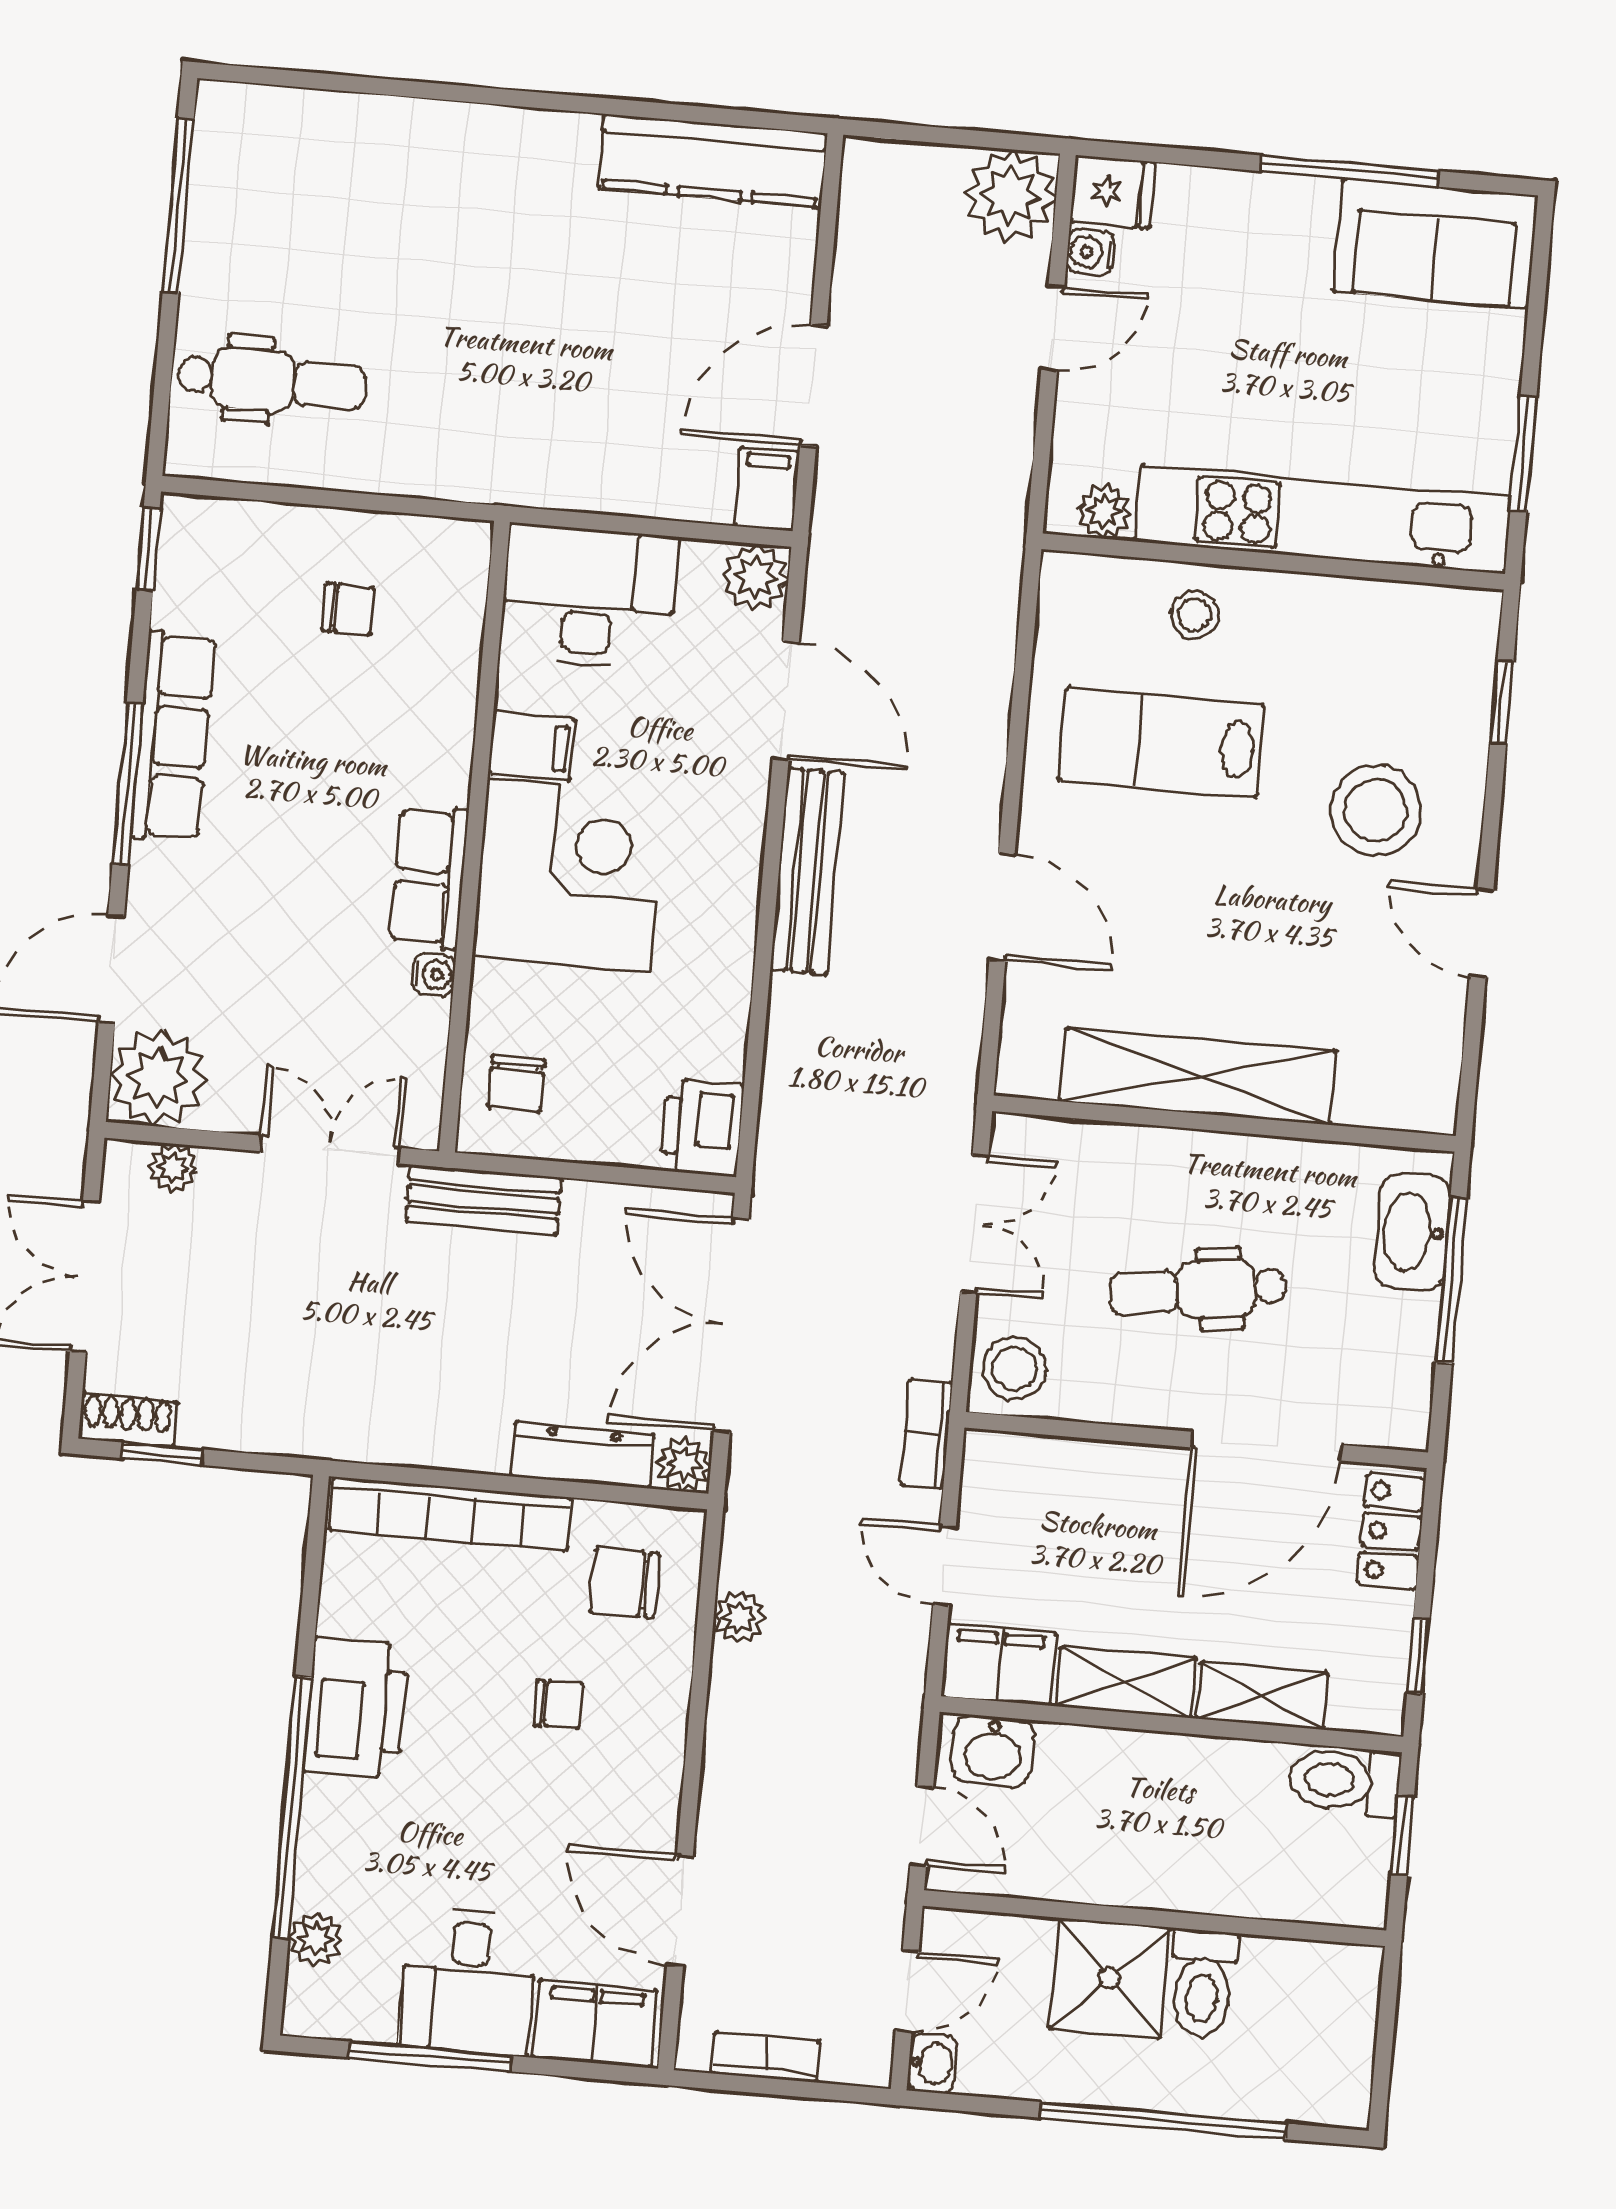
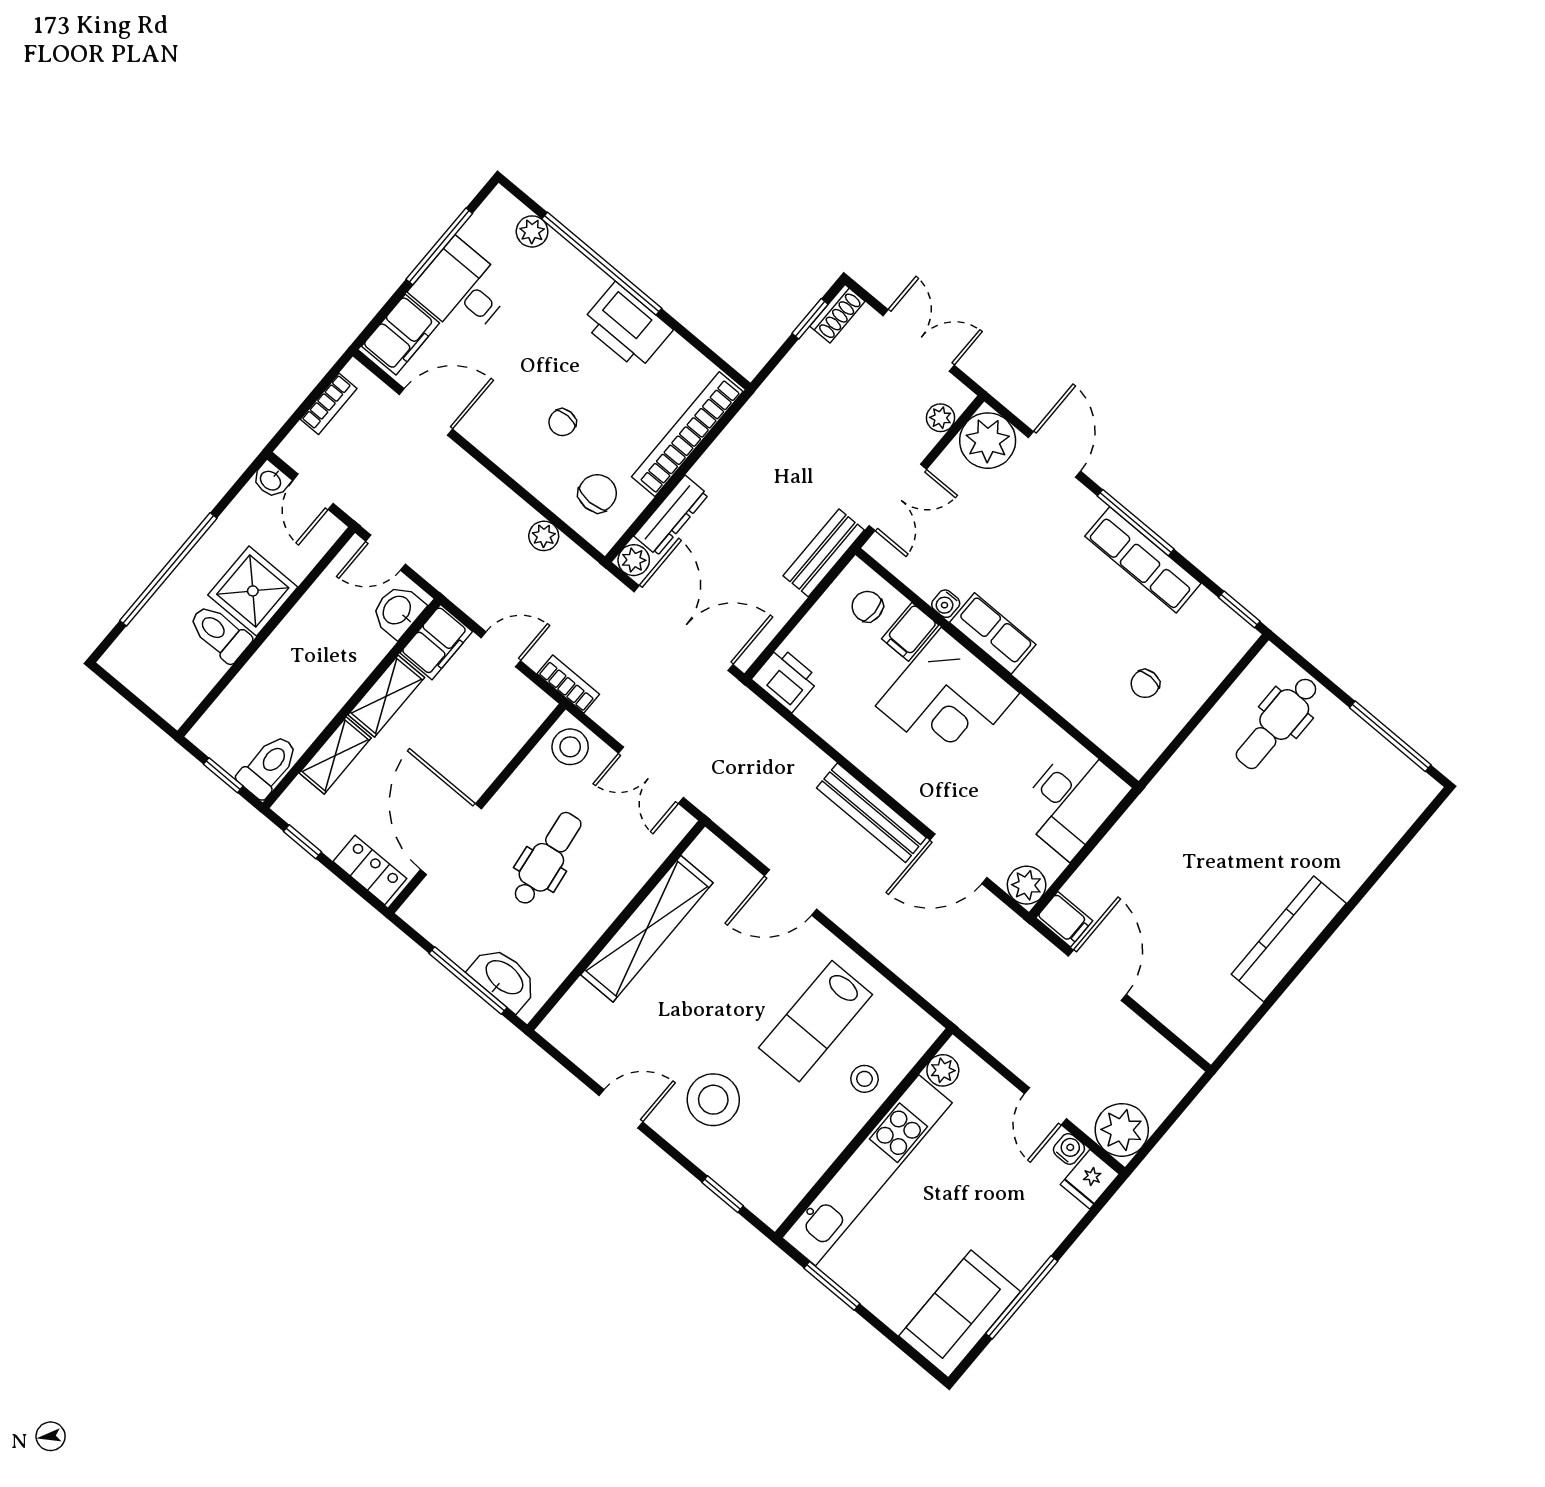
kitchen counter: (713, 161) -> (1289, 939), moved
lab bench: (1161, 742) -> (816, 1021), turned 180
filing cabinet: (532, 746) -> (910, 632), moved

